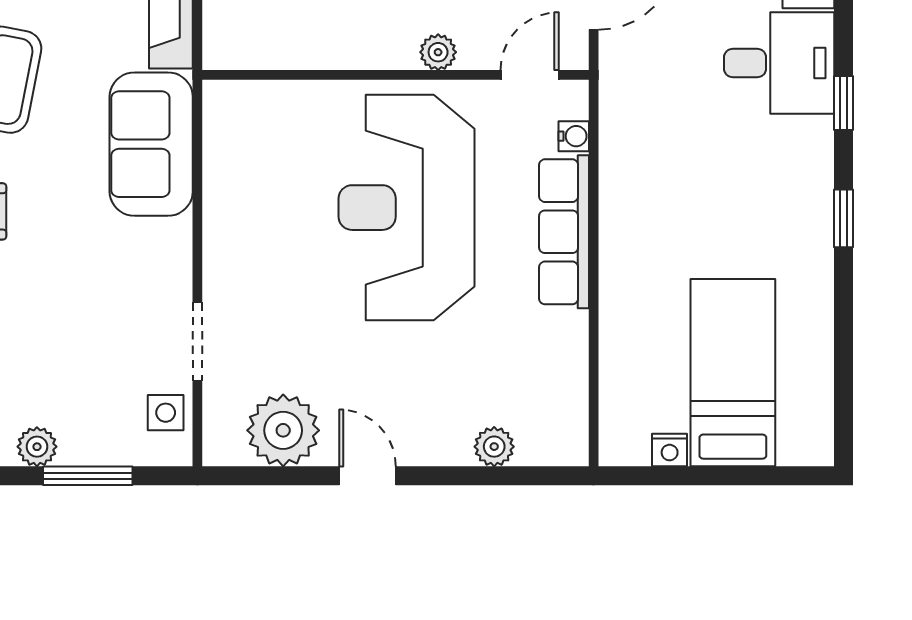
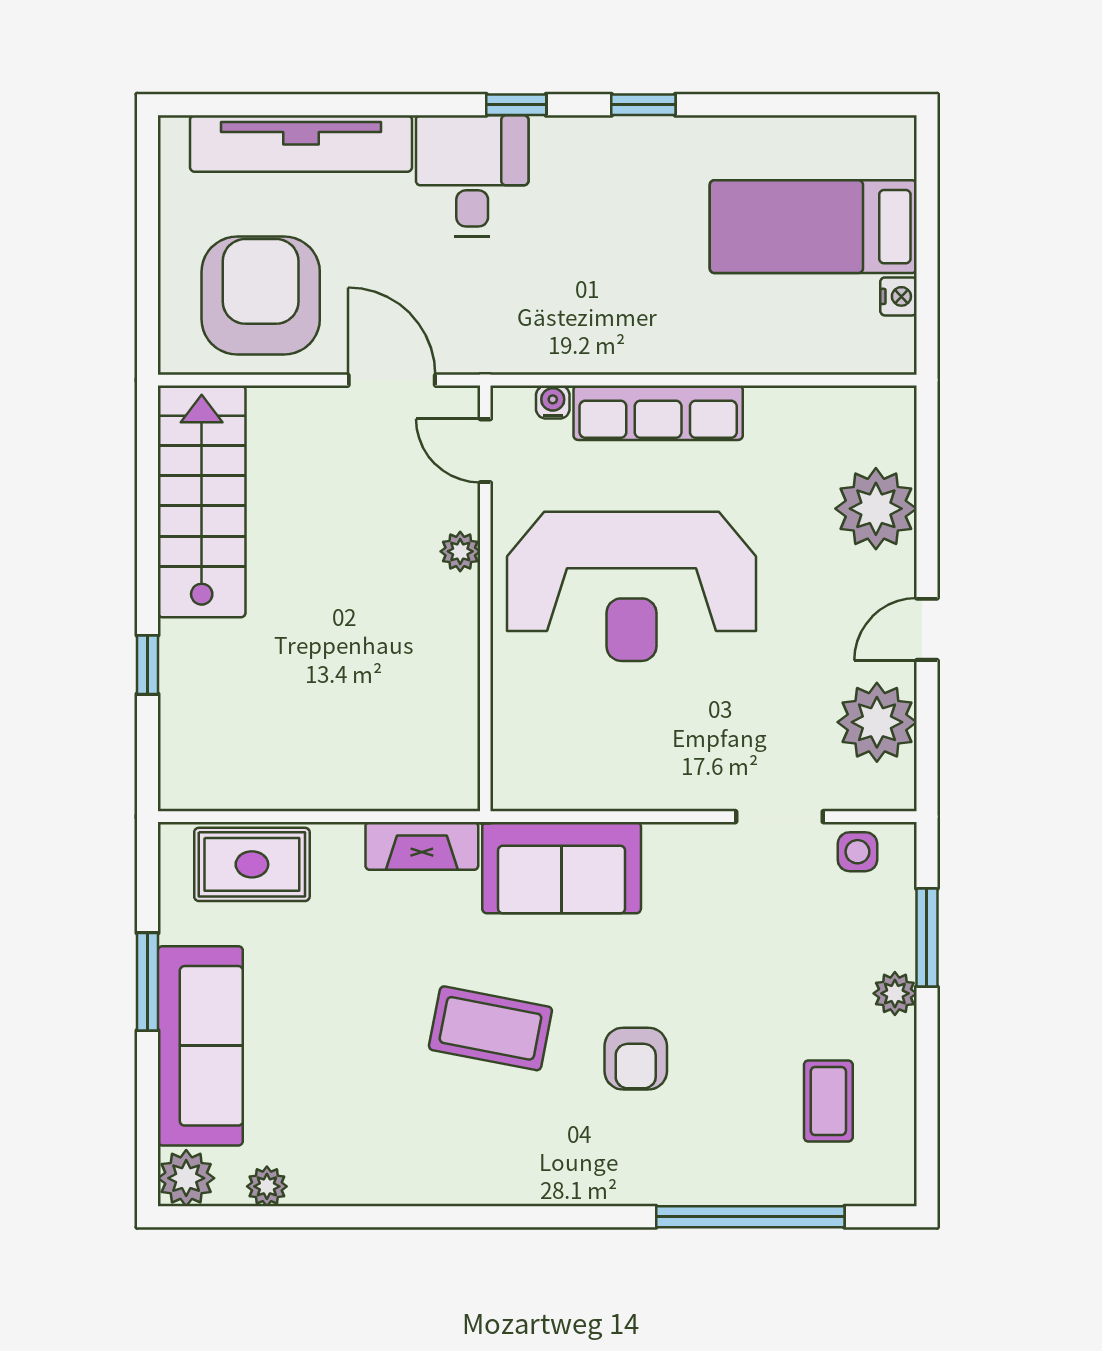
plant: (494, 447) -> (876, 509), width x1.88, depth x1.88

